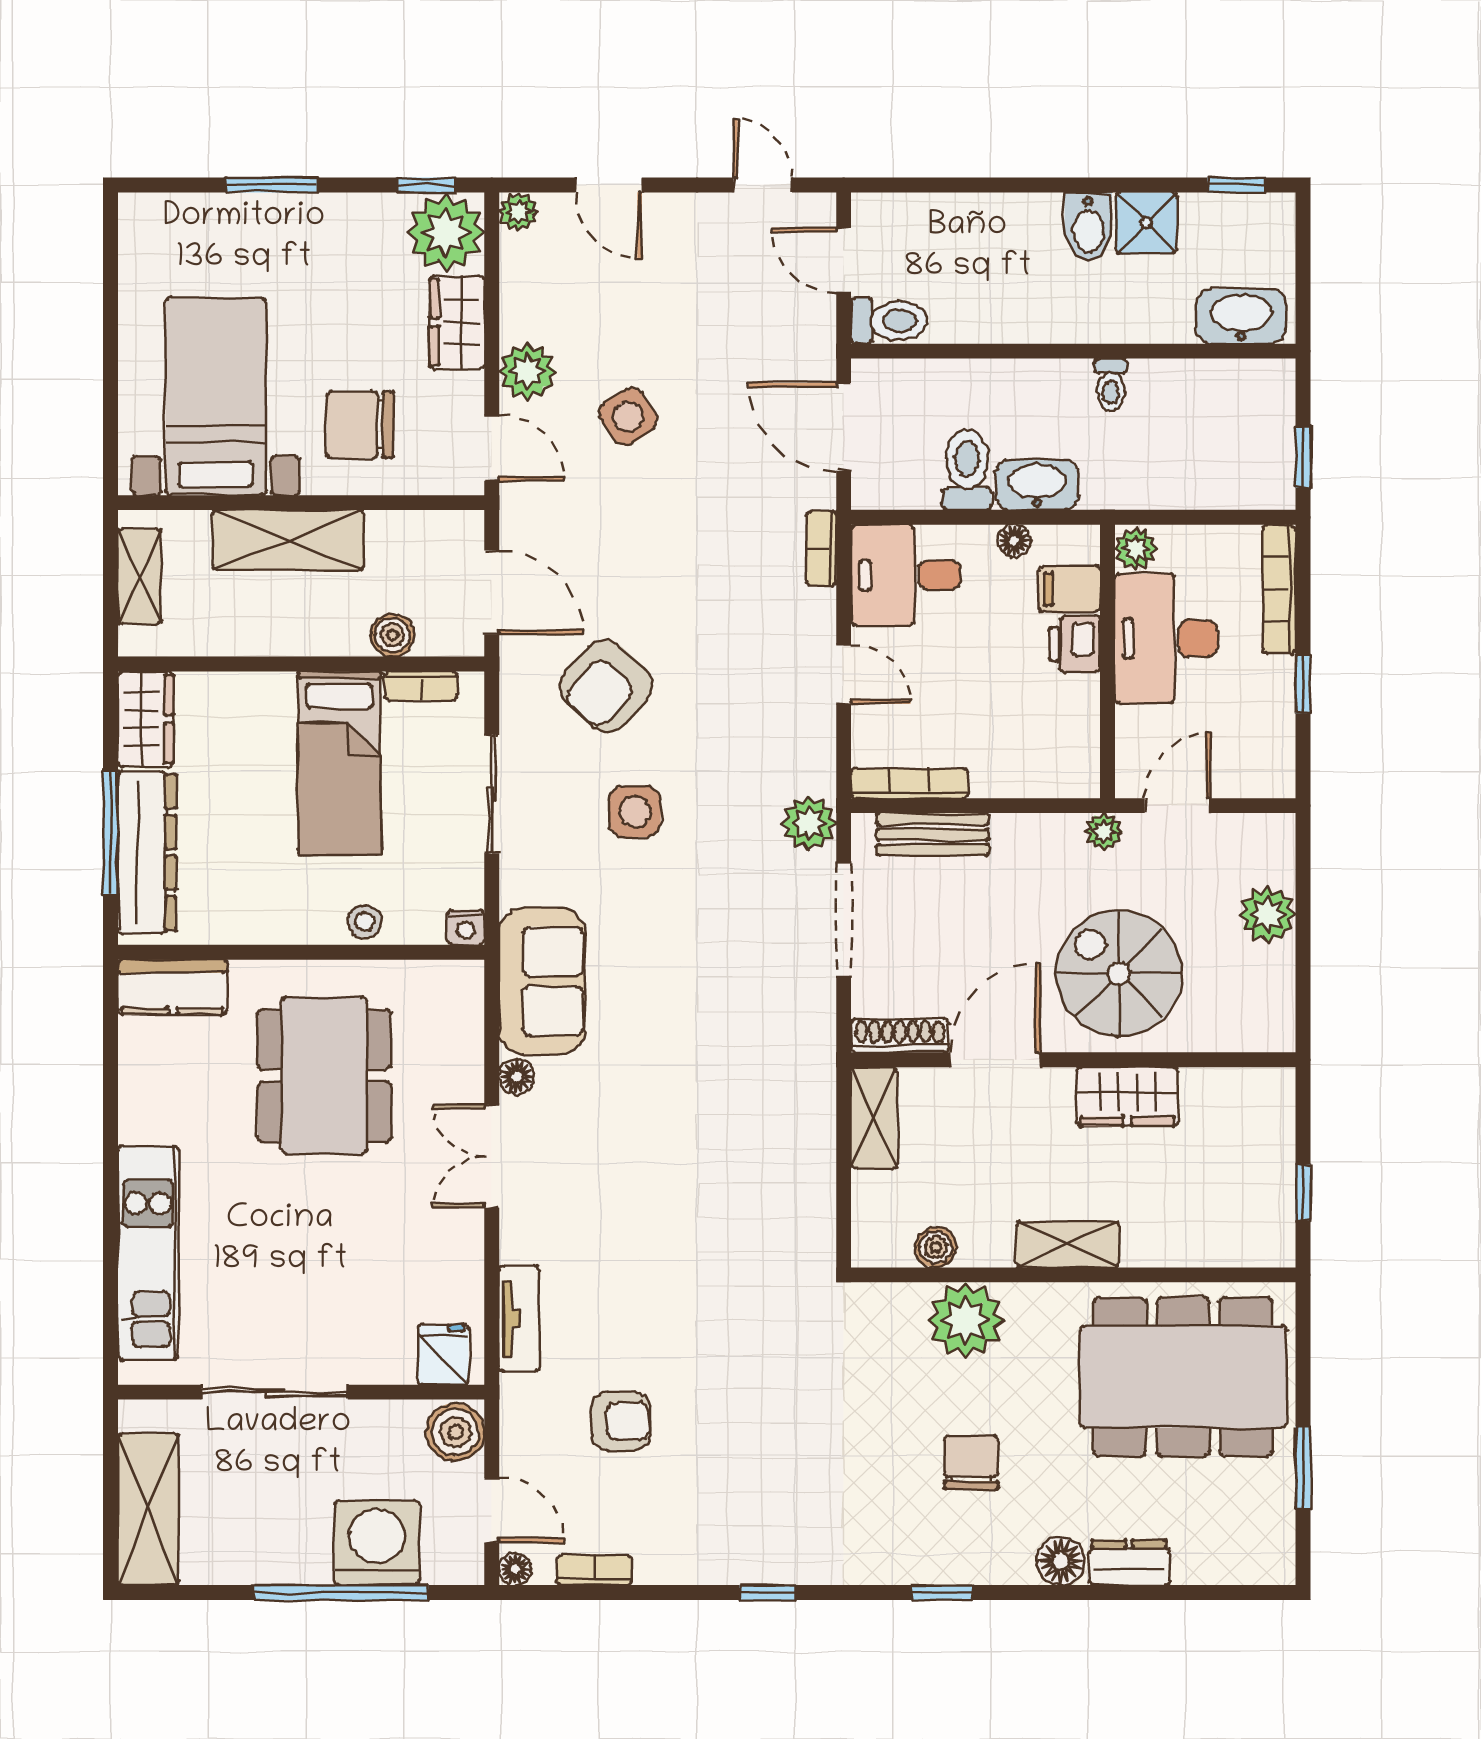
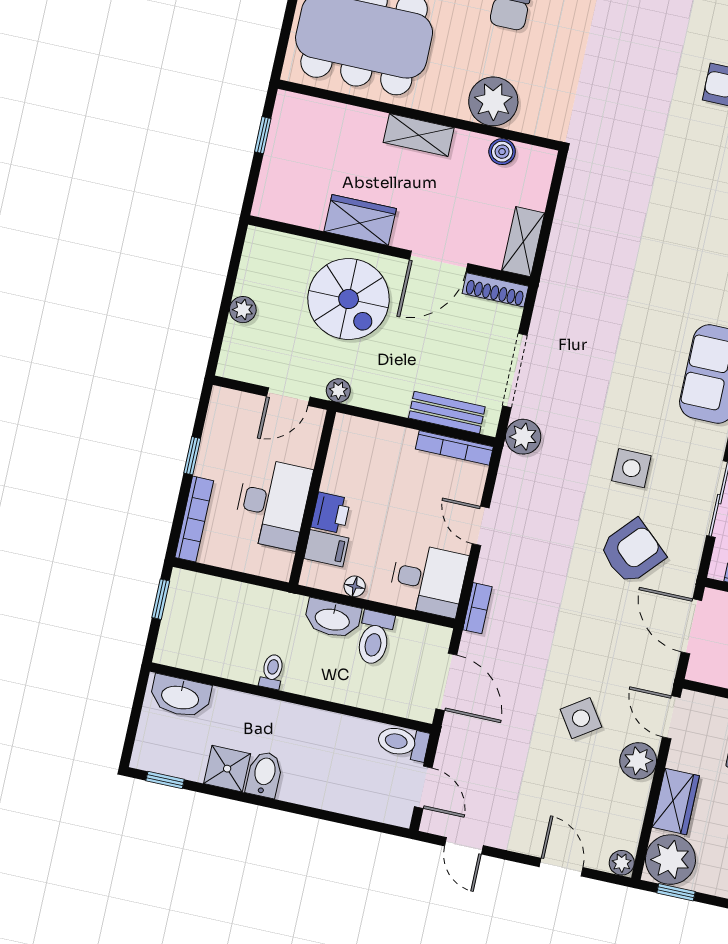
plant: (1136, 549) -> (279, 564), removed
plant: (1268, 914) -> (243, 310), width x0.73, depth x0.73

